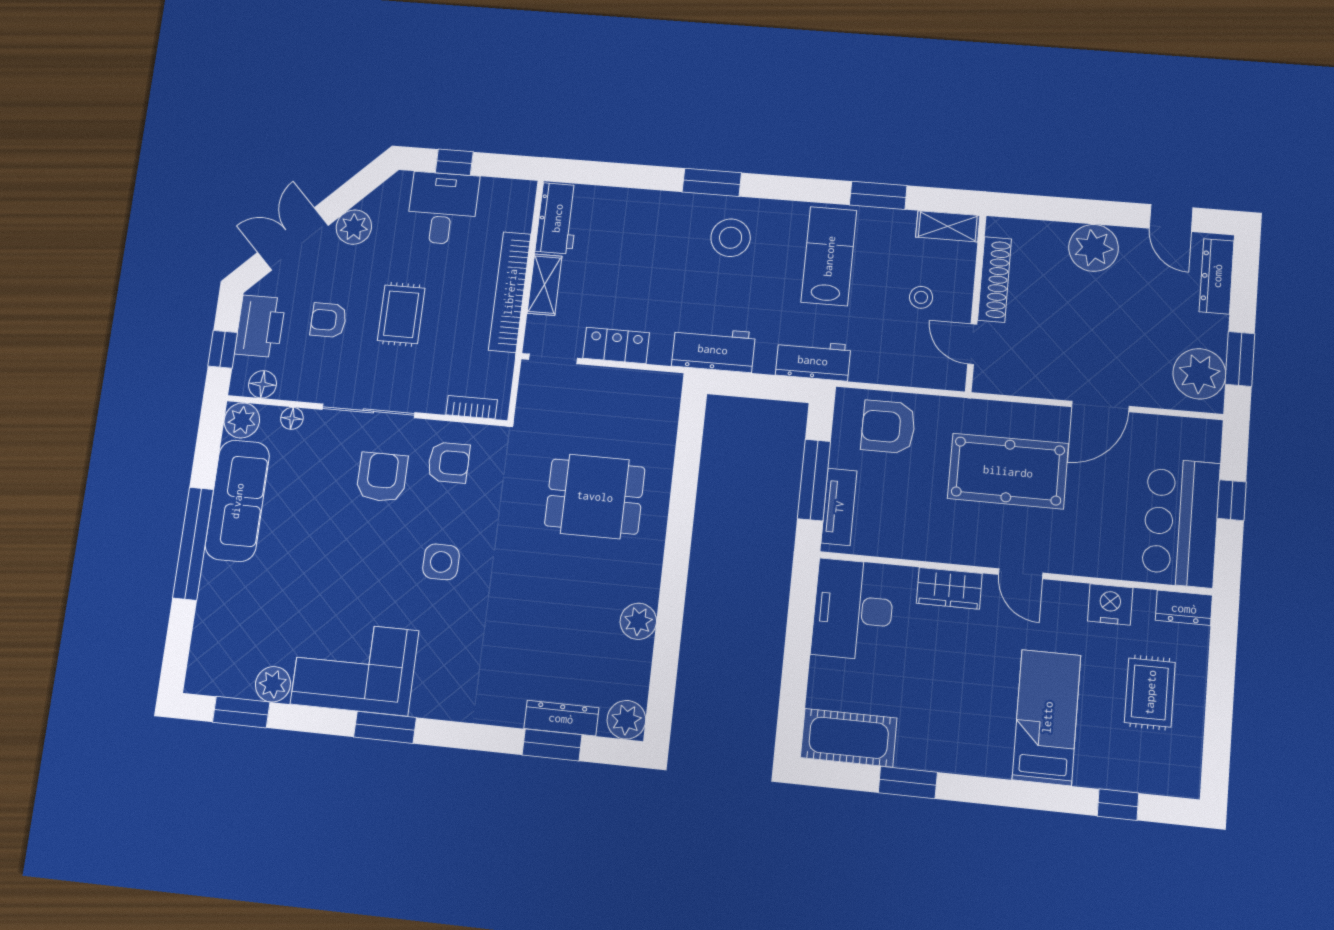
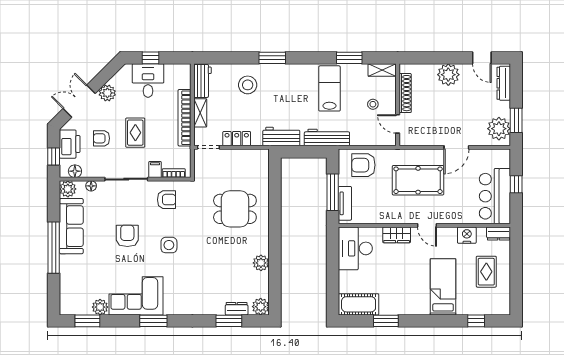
stool: (731, 238) -> (248, 85), moved
workbench: (813, 360) -> (327, 137), width x1.38
filing cabinet: (432, 396) -> (155, 170), added
armchair: (382, 477) -> (127, 236), moved
dresser: (561, 718) -> (237, 309), width x0.70

